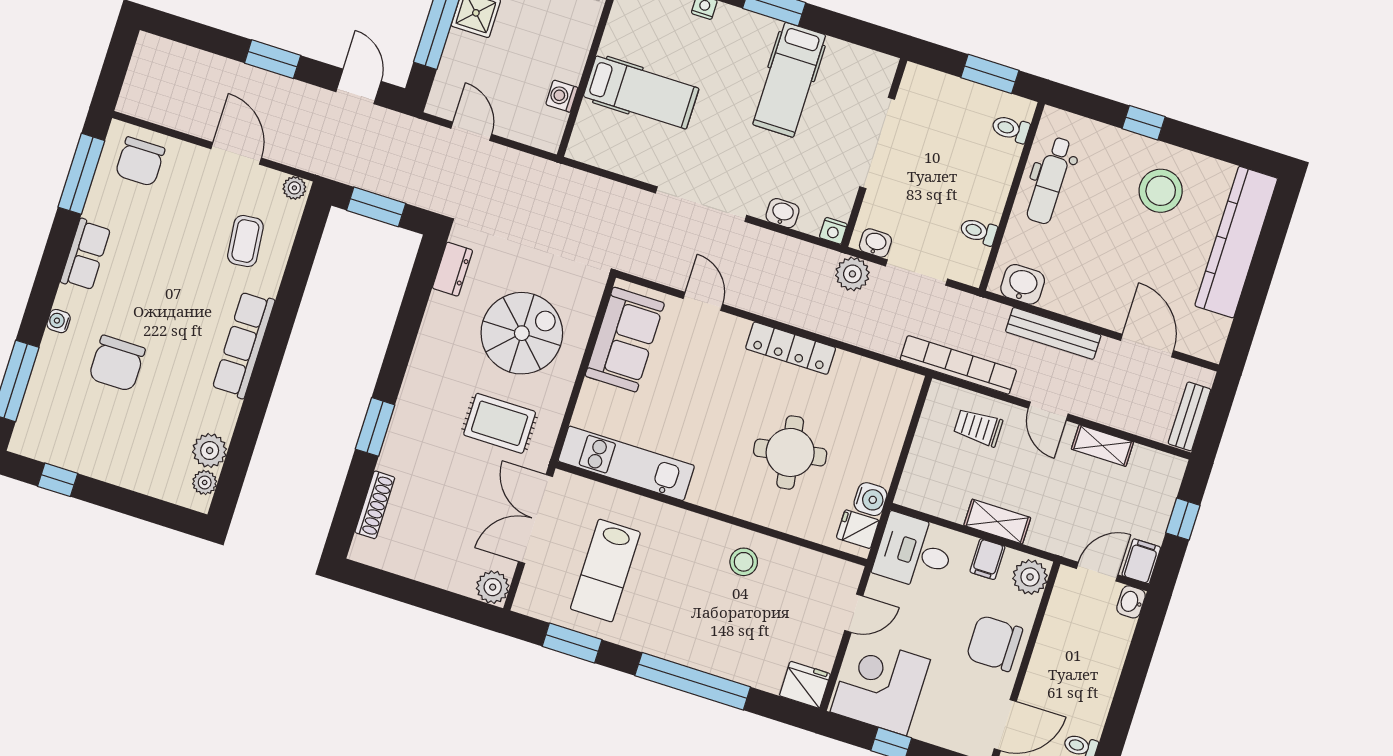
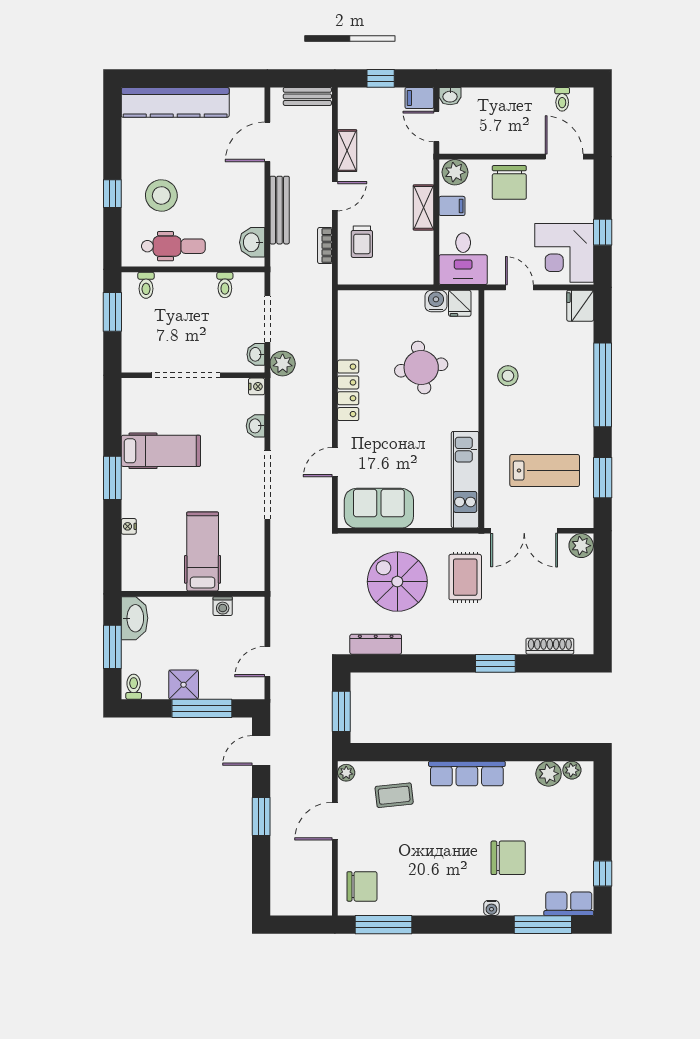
stool: (1161, 191) -> (161, 195), moved
row of seats: (86, 255) -> (569, 904), moved
dresser: (452, 269) -> (376, 644), width x1.44
bookcase: (958, 365) -> (325, 246), width x0.43, depth x0.76

